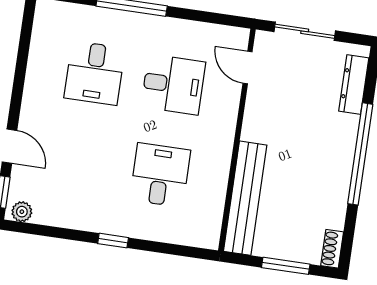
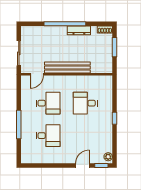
dresser: (354, 84) -> (79, 30), moved
desk: (173, 85) -> (48, 103), turned 90
bench: (245, 198) -> (67, 67), moved

